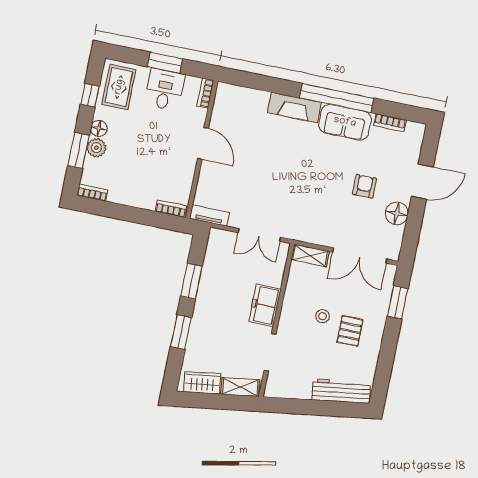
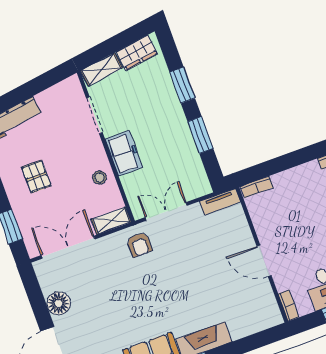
armchair: (364, 186) -> (139, 244), moved
stool: (322, 316) -> (99, 178), moved

